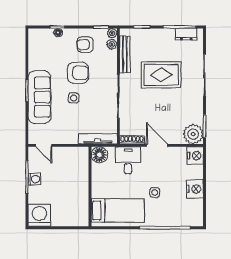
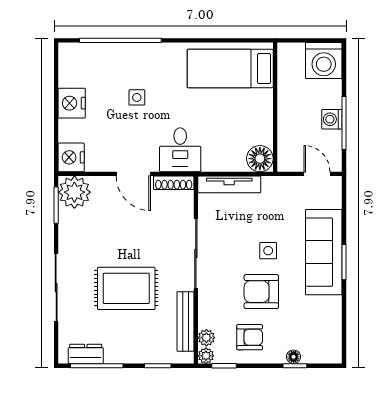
floor lamp: (99, 155) -> (260, 159), moved
wall: (90, 187) -> (275, 107), moved
bed: (118, 210) -> (230, 68), moved

